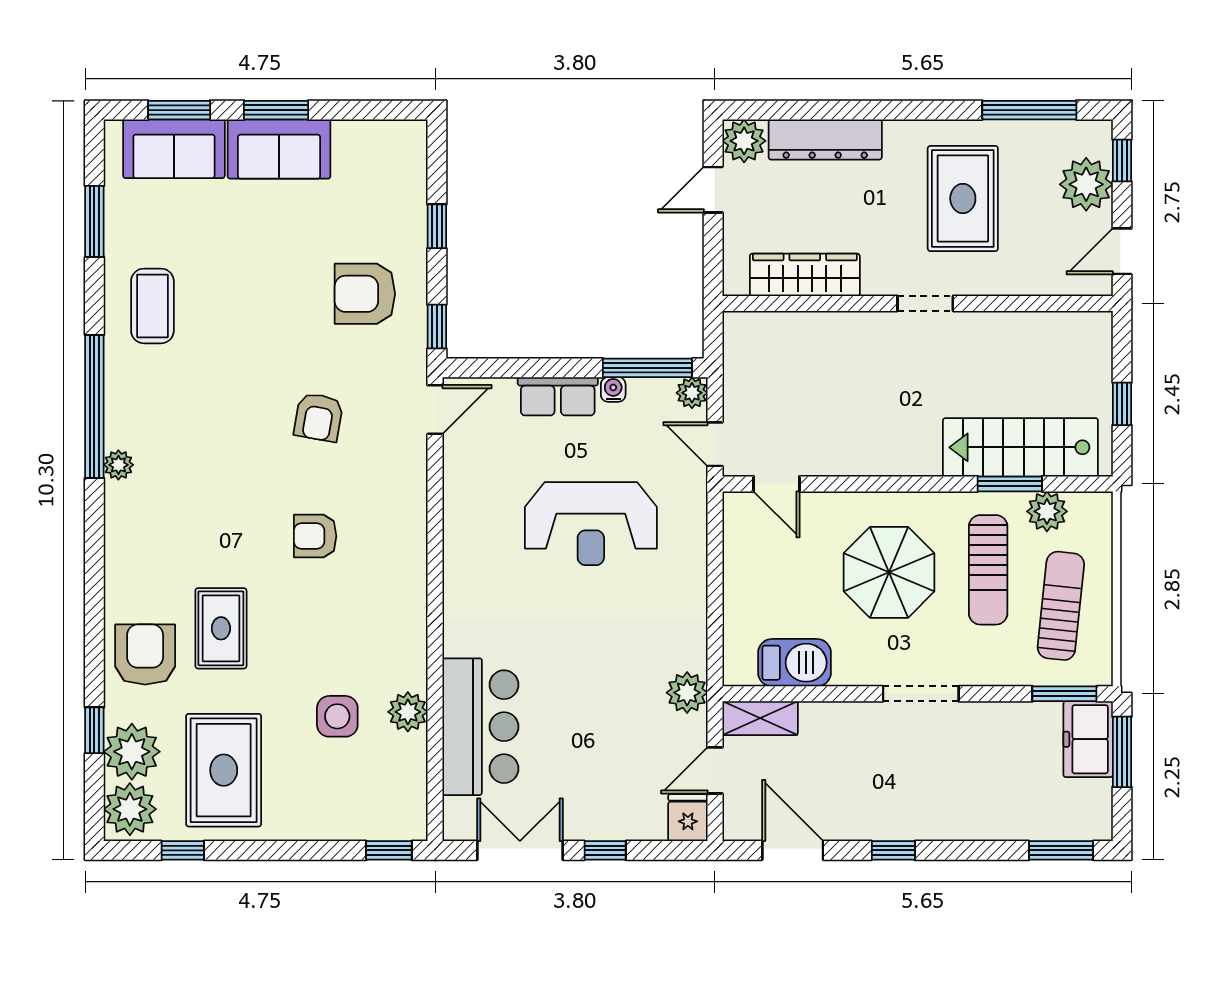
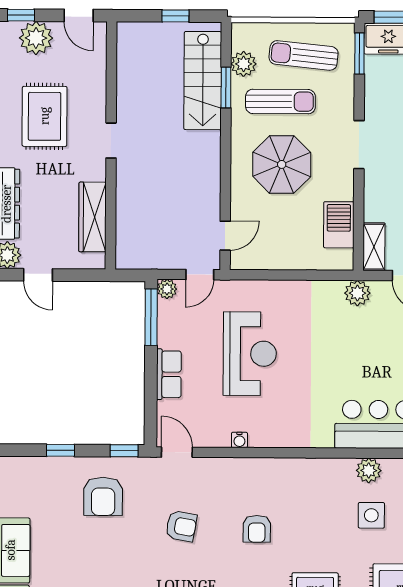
rug: (963, 198) -> (45, 116), turned 90
water cooler: (613, 389) -> (239, 440), moved, turned -90

